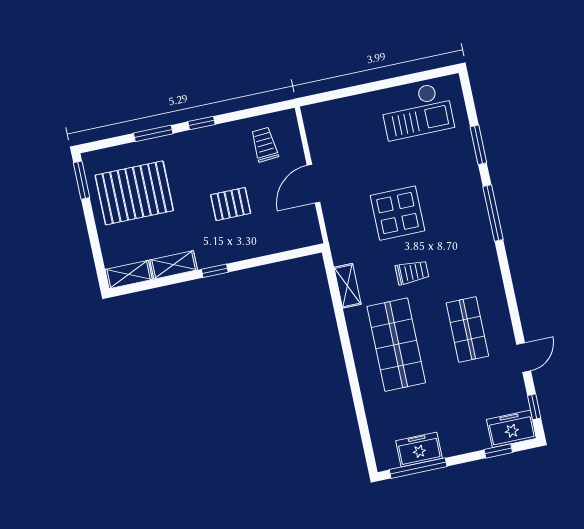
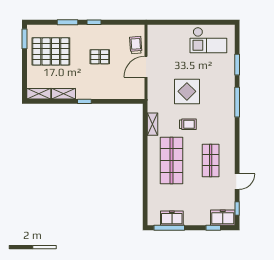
trolley: (265, 145) -> (136, 45), moved
pallet: (231, 204) -> (100, 57), moved

